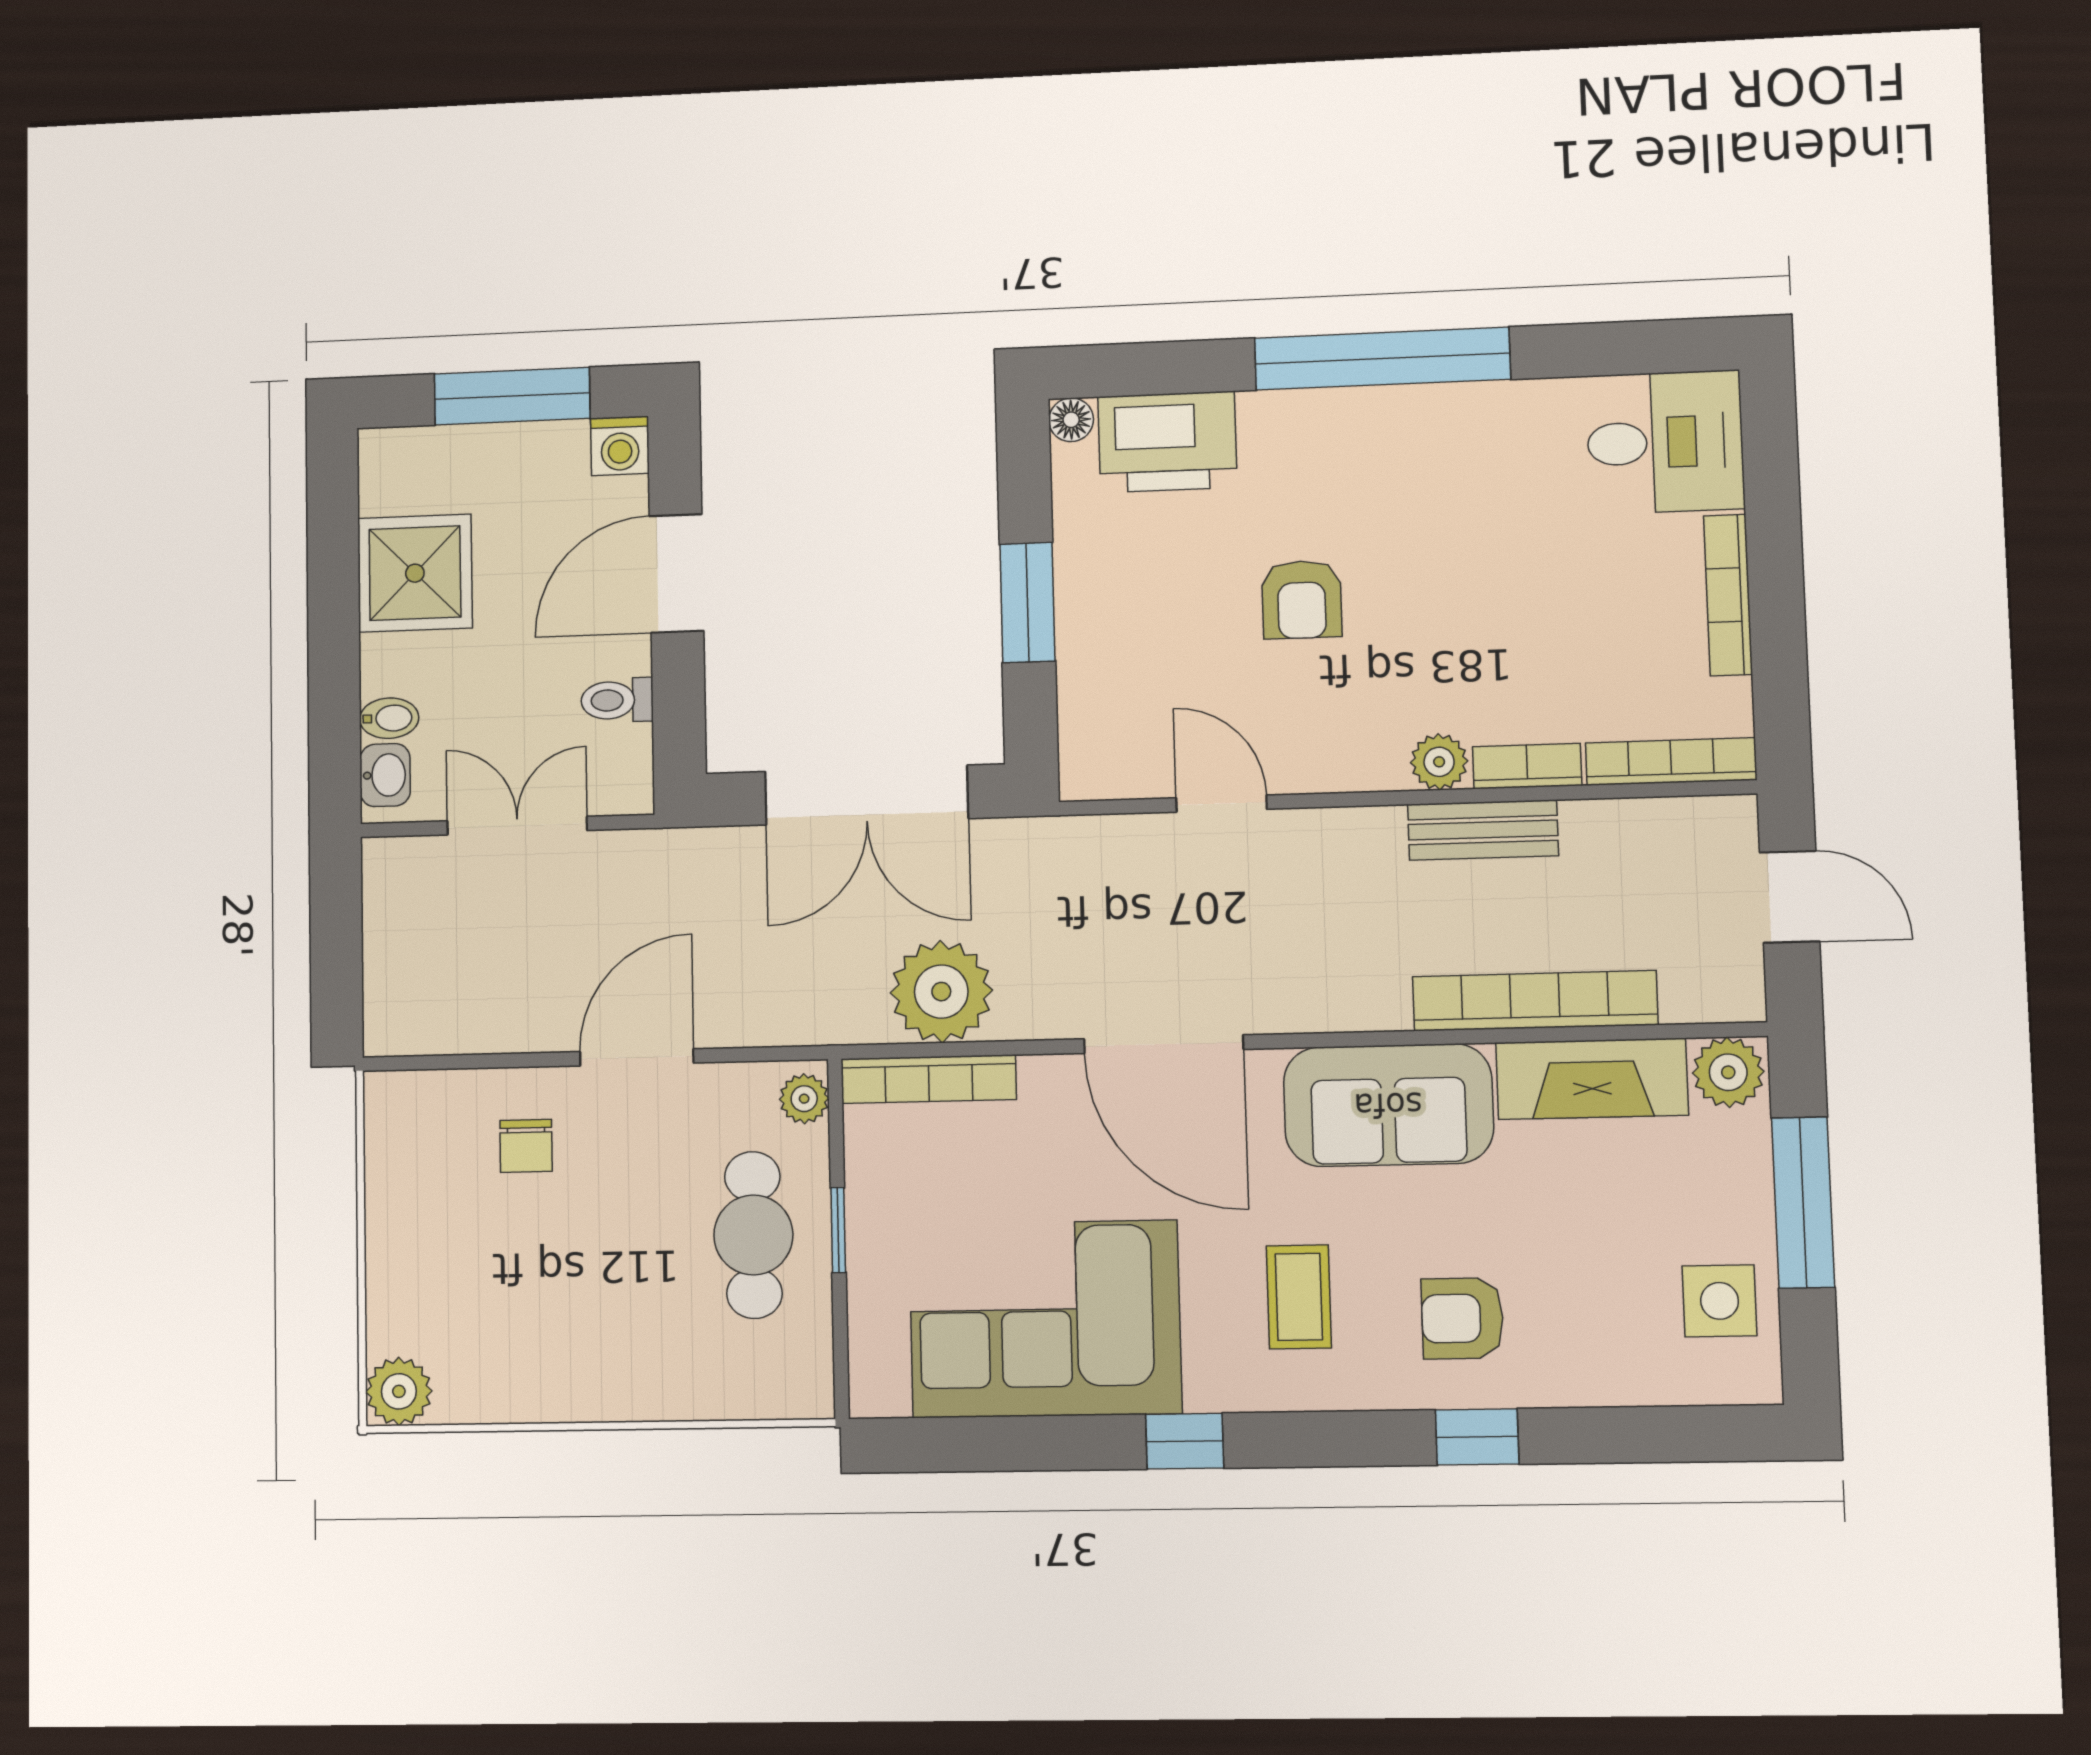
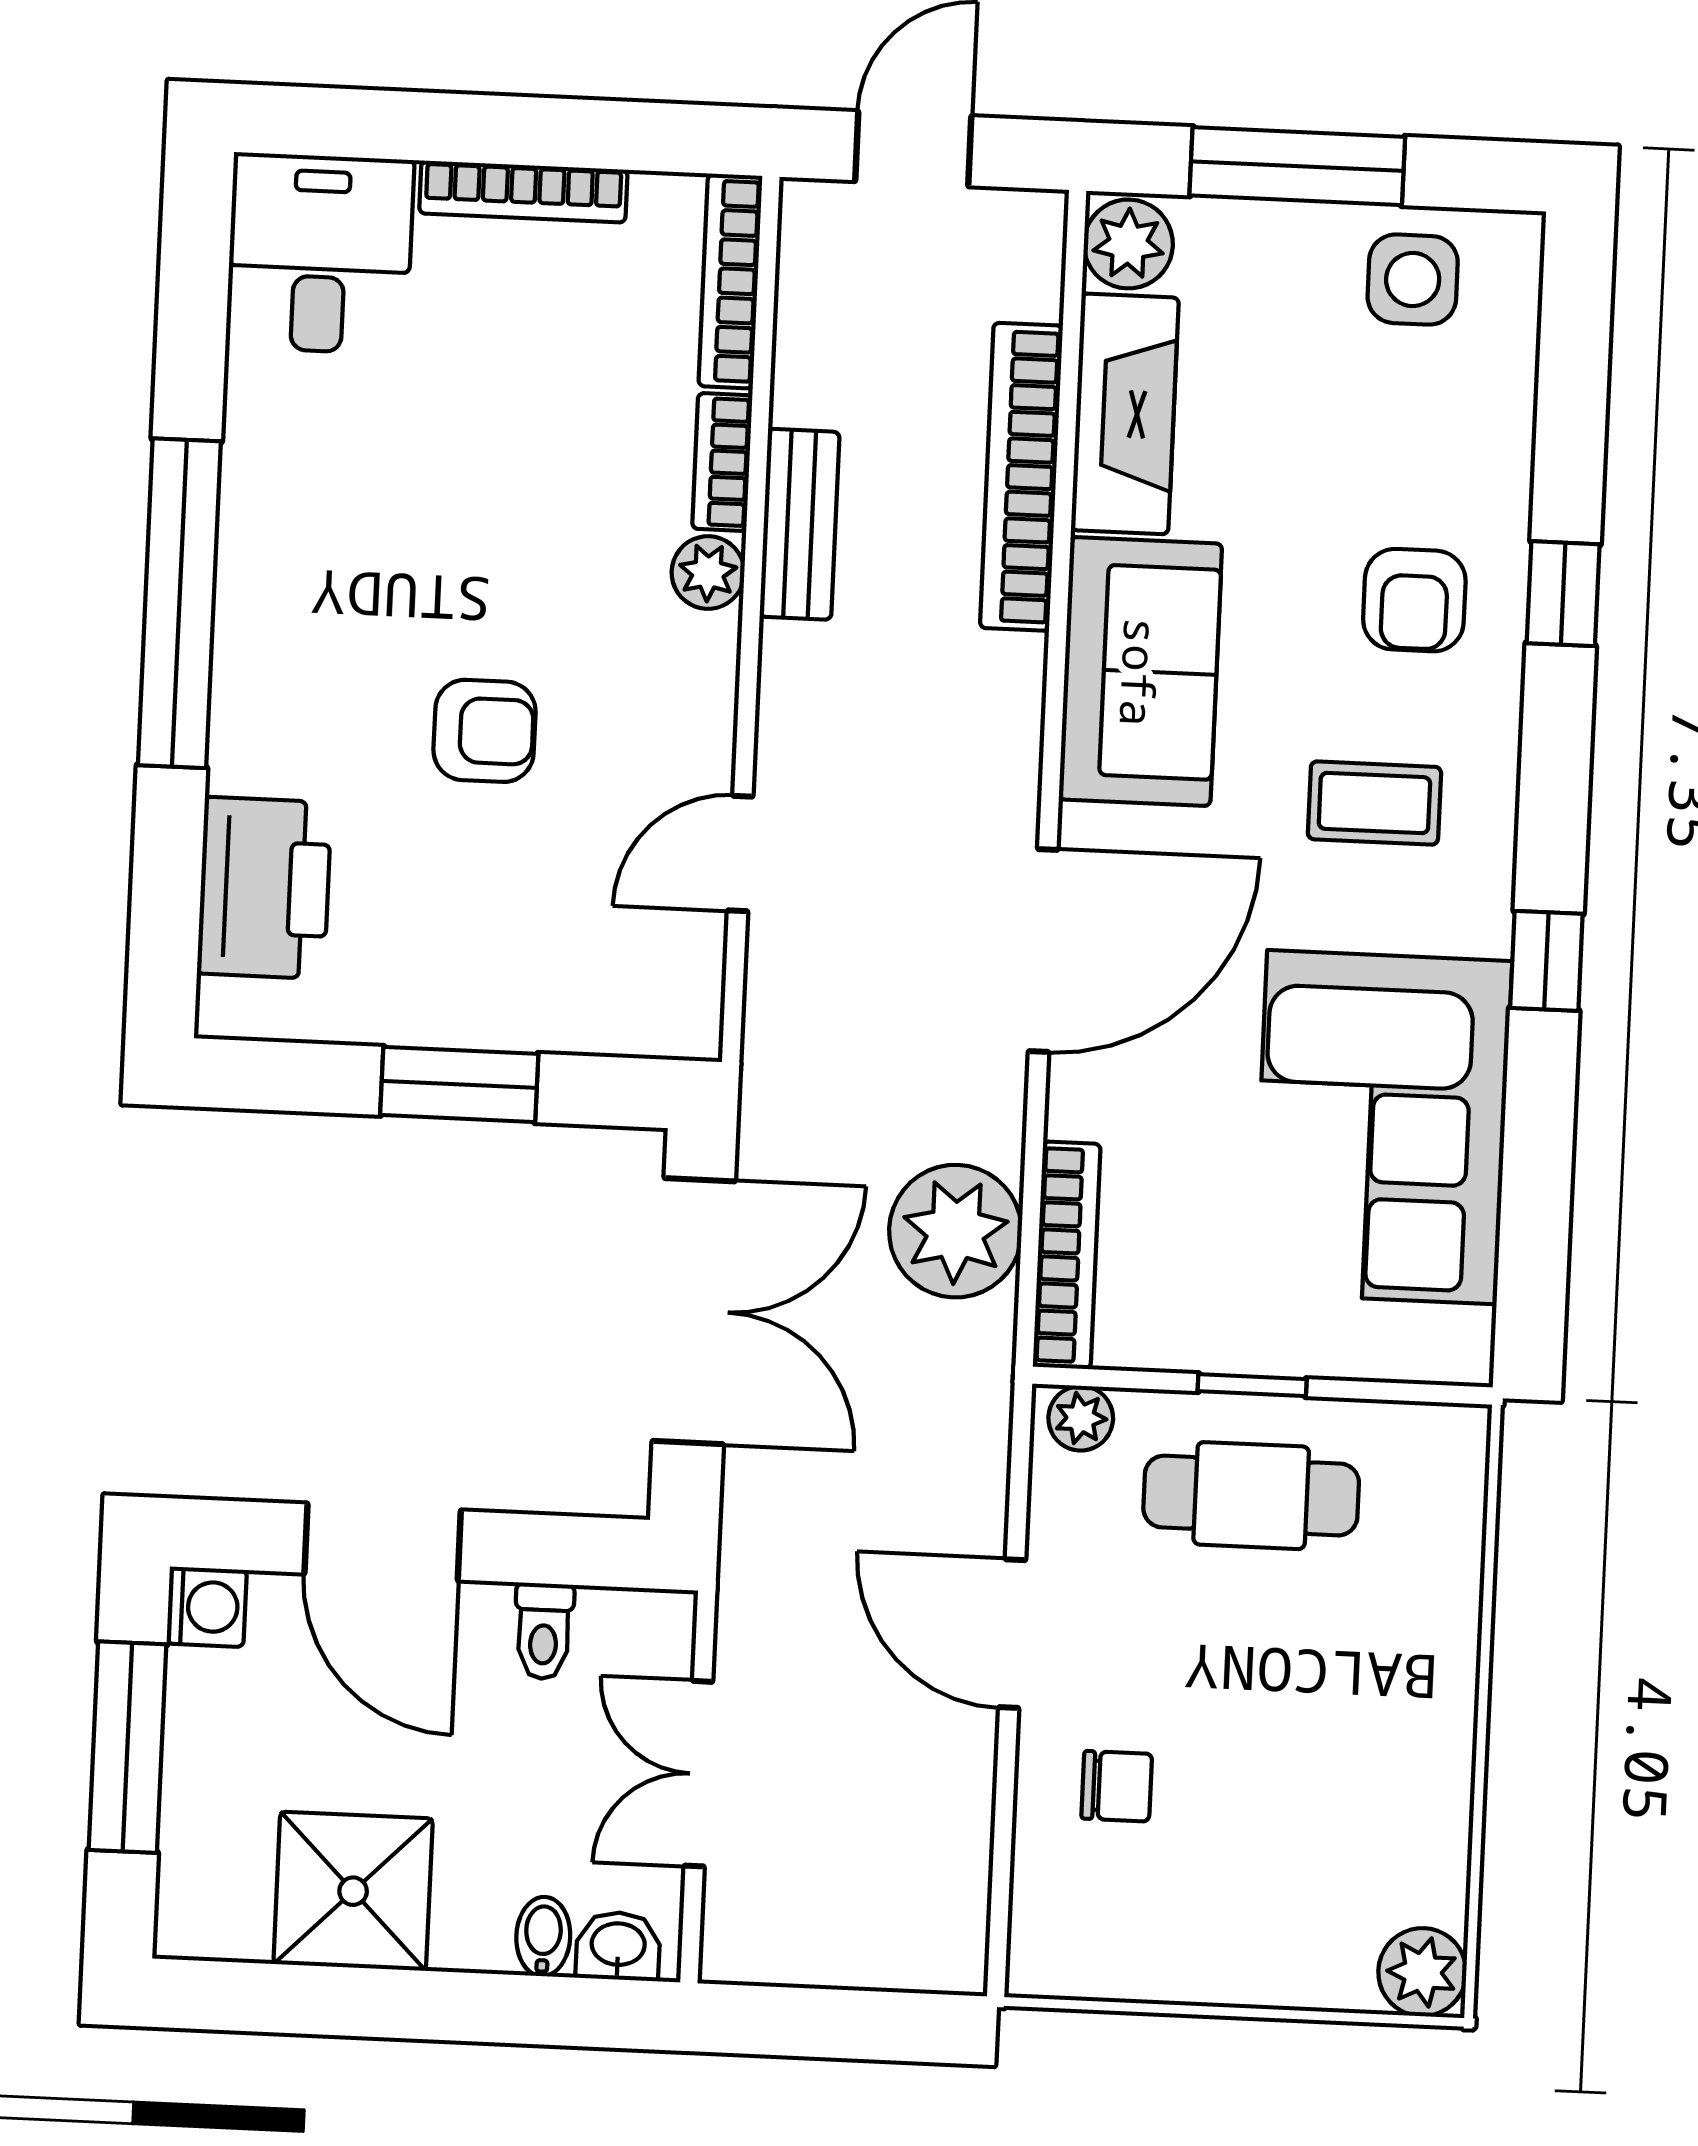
floor lamp: (1071, 420) -> (224, 1011), removed

